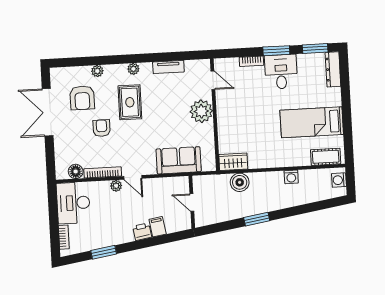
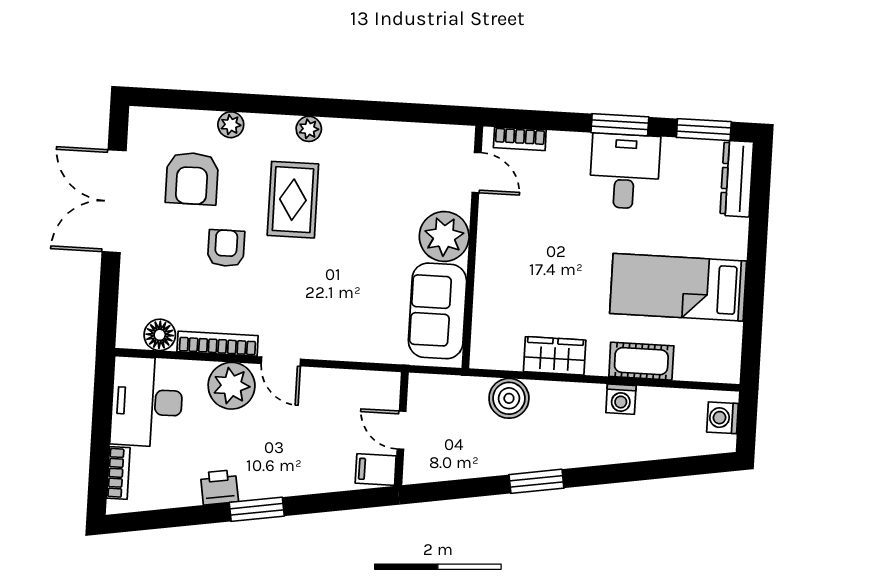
bookcase: (251, 61) -> (520, 139), moved
tv unit: (168, 67) -> (384, 133), removed
cot: (326, 157) -> (641, 361), moved
sofa: (179, 160) -> (437, 311), moved, turned -90
wardrobe: (233, 162) -> (555, 356), moved
plant: (116, 186) -> (232, 386), width x1.87, depth x1.87
filing cabinet: (158, 227) -> (376, 470), moved, turned -81
printer: (142, 232) -> (219, 487), moved
window: (104, 252) -> (257, 509), moved

